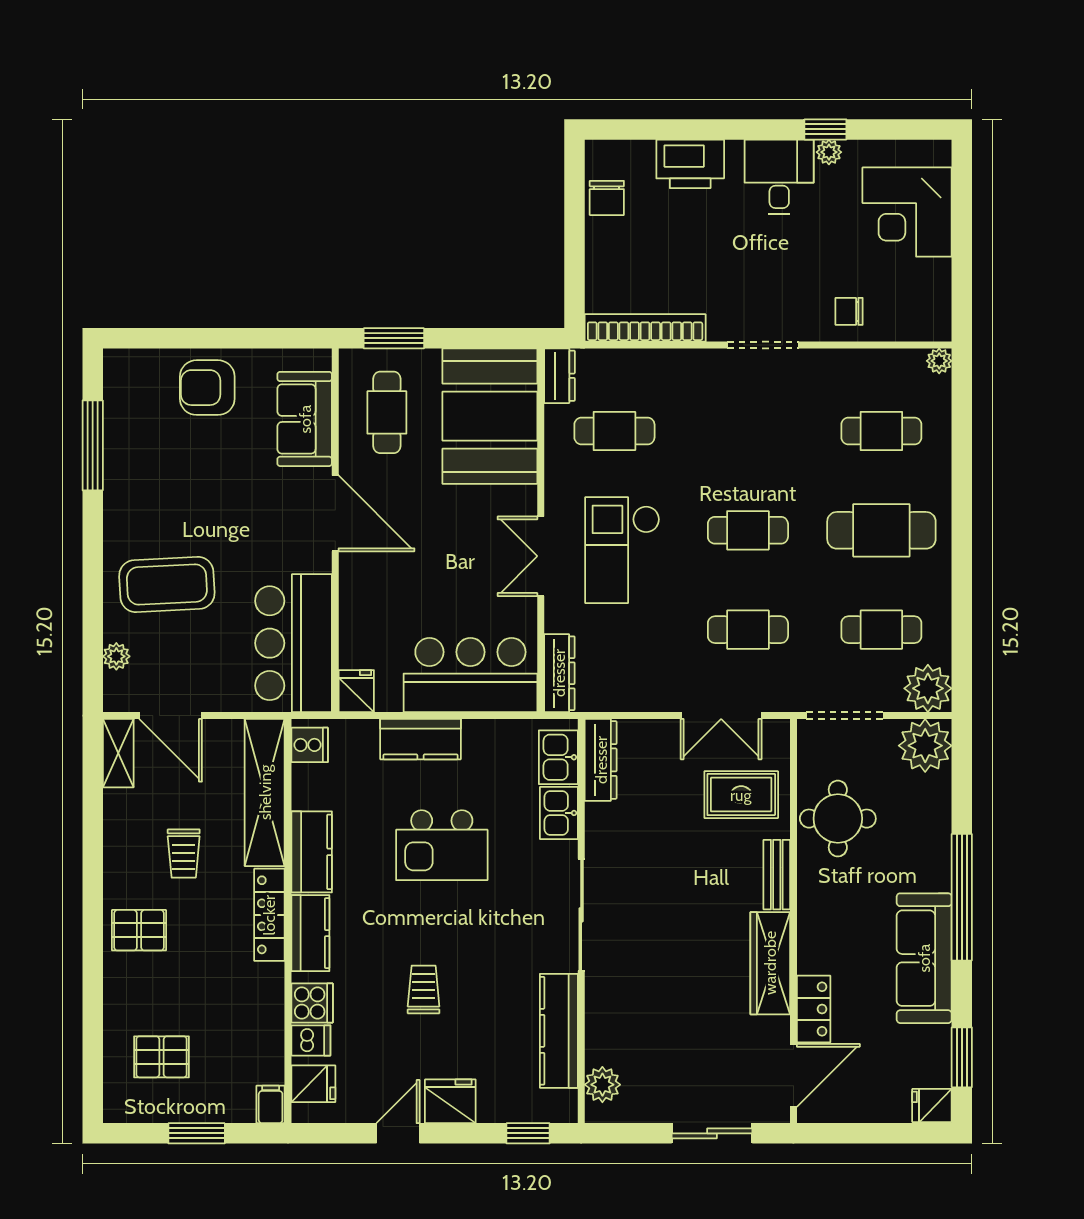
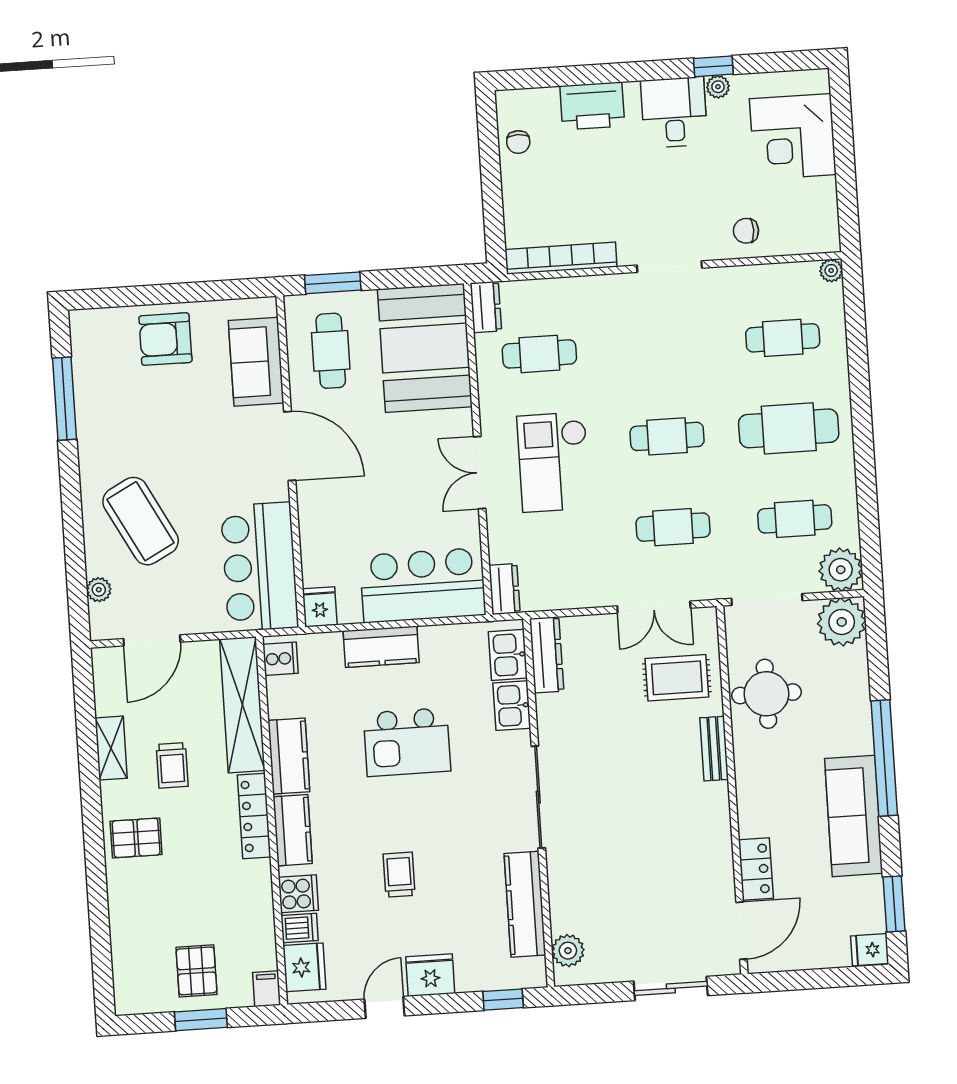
chair: (607, 198) -> (518, 142), width x0.73, depth x0.73
coffee table: (167, 585) -> (141, 521), turned 65
dresser: (559, 673) -> (505, 589), width x0.70
door: (171, 716) -> (152, 640), hinge flipped
shelving: (118, 753) -> (111, 748), moved
wardrobe: (770, 963) -> (714, 830), removed
pallet: (162, 1057) -> (197, 971), moved, turned 90
fridge: (313, 1084) -> (304, 967), width x1.38

